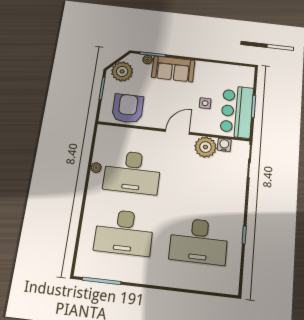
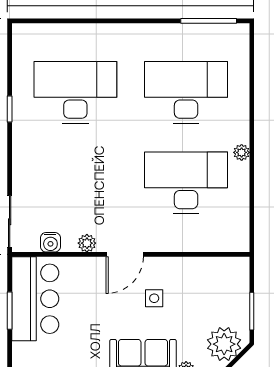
side table: (205, 103) -> (154, 298), moved
armchair: (128, 109) -> (207, 283), removed
plant: (205, 147) -> (87, 243), width x0.53, depth x0.53
plant: (96, 168) -> (242, 152), moved

